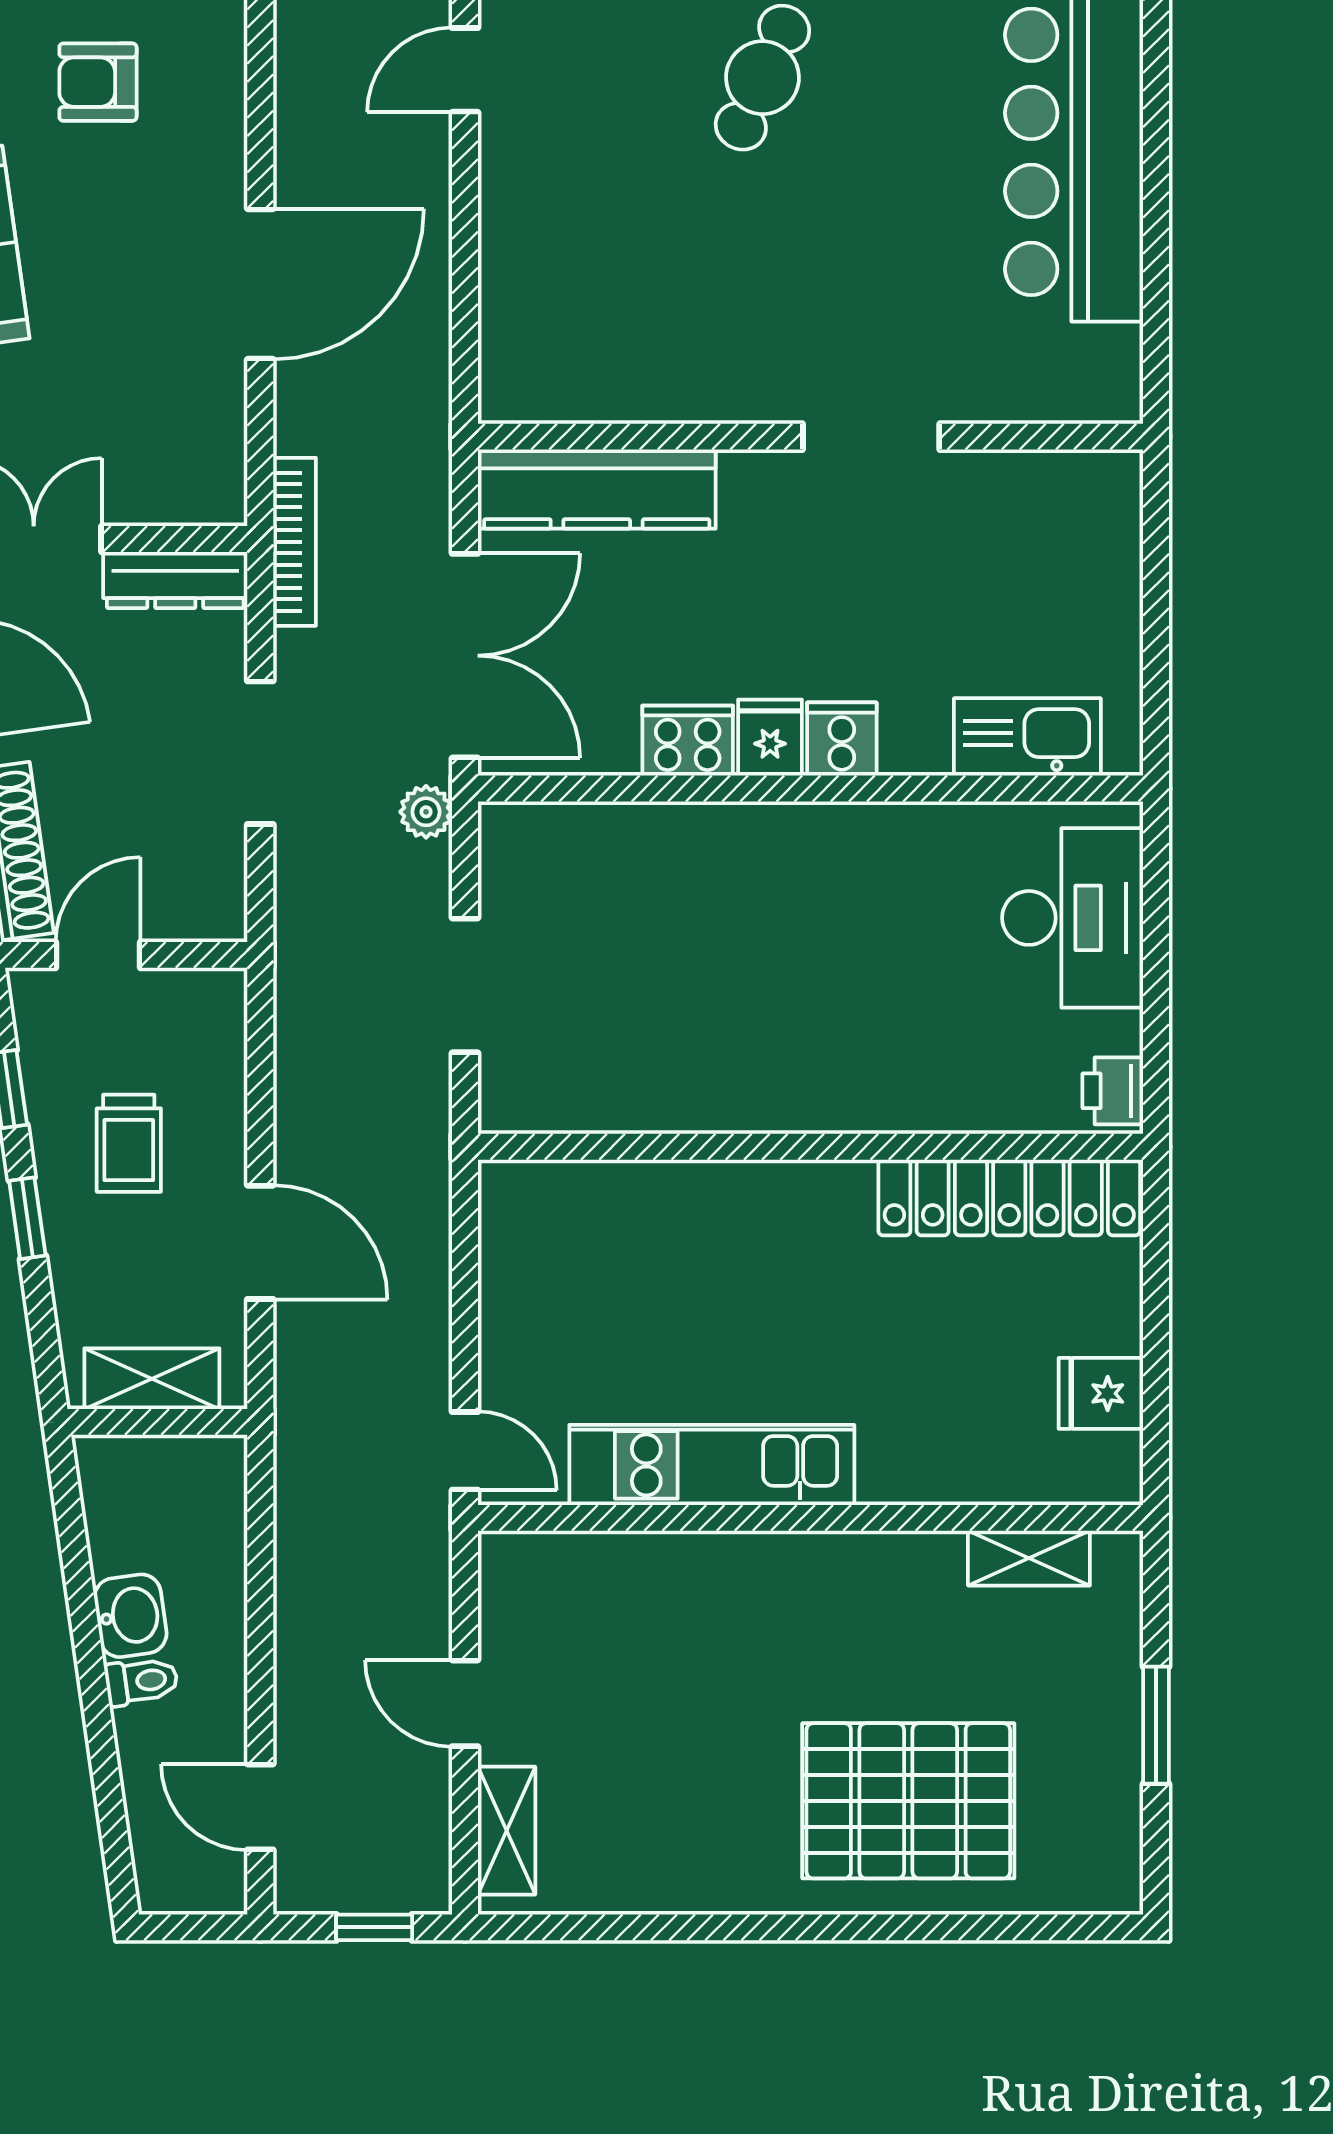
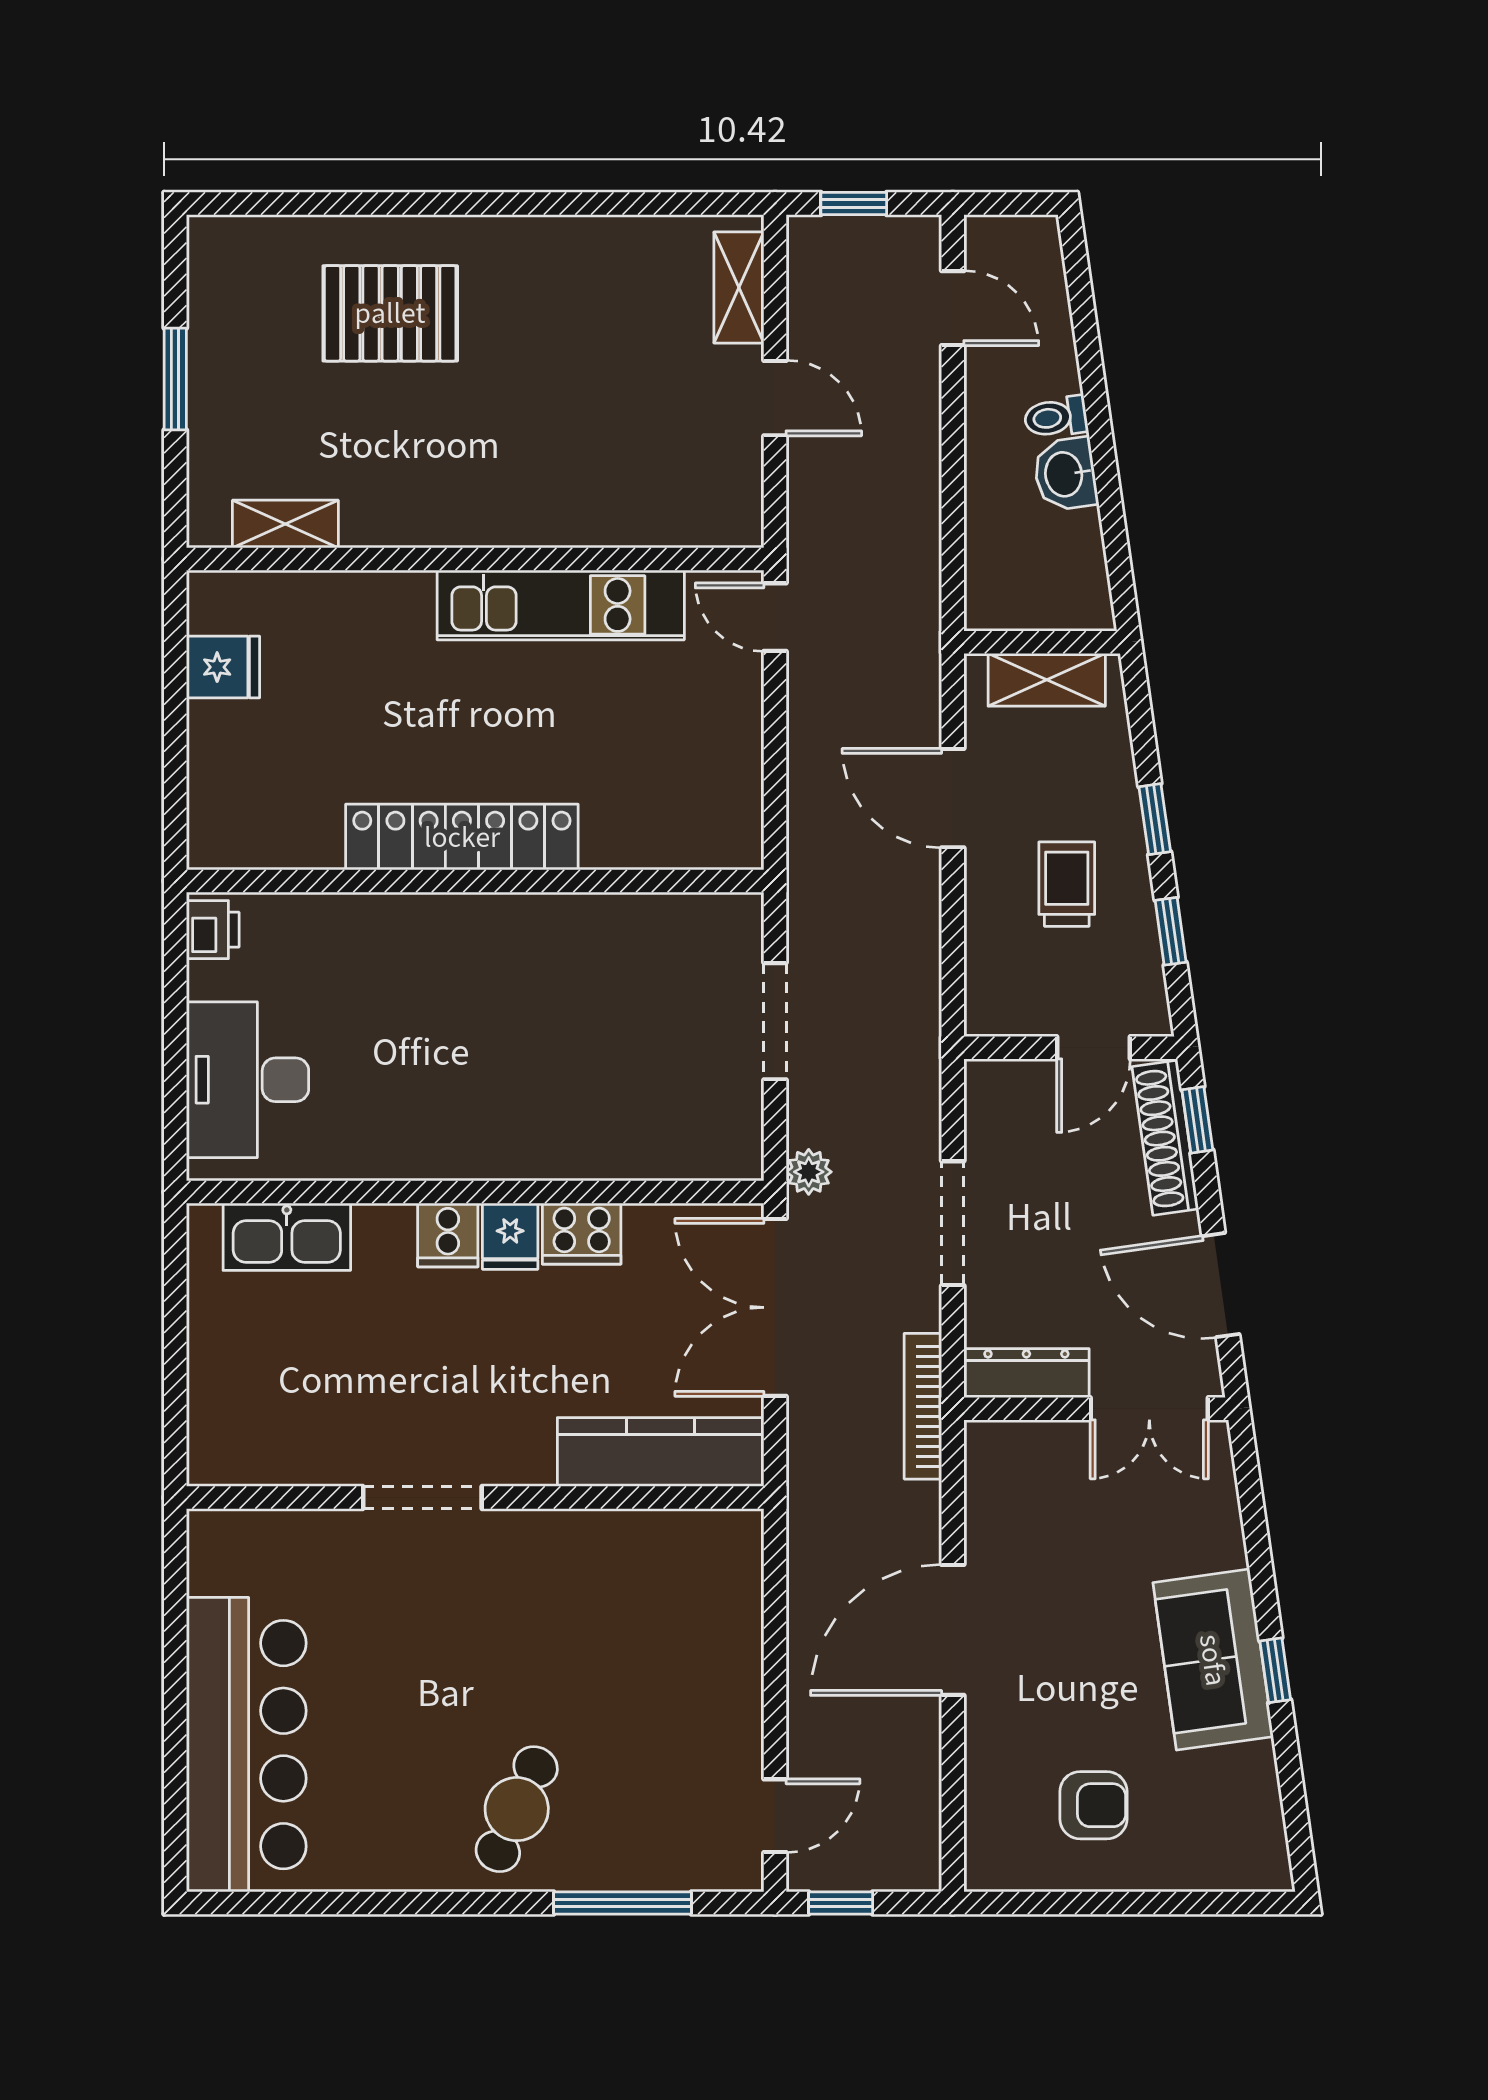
locker: (1009, 1197) -> (462, 837), moved
pallet: (908, 1801) -> (390, 313), width x0.73, depth x0.71

